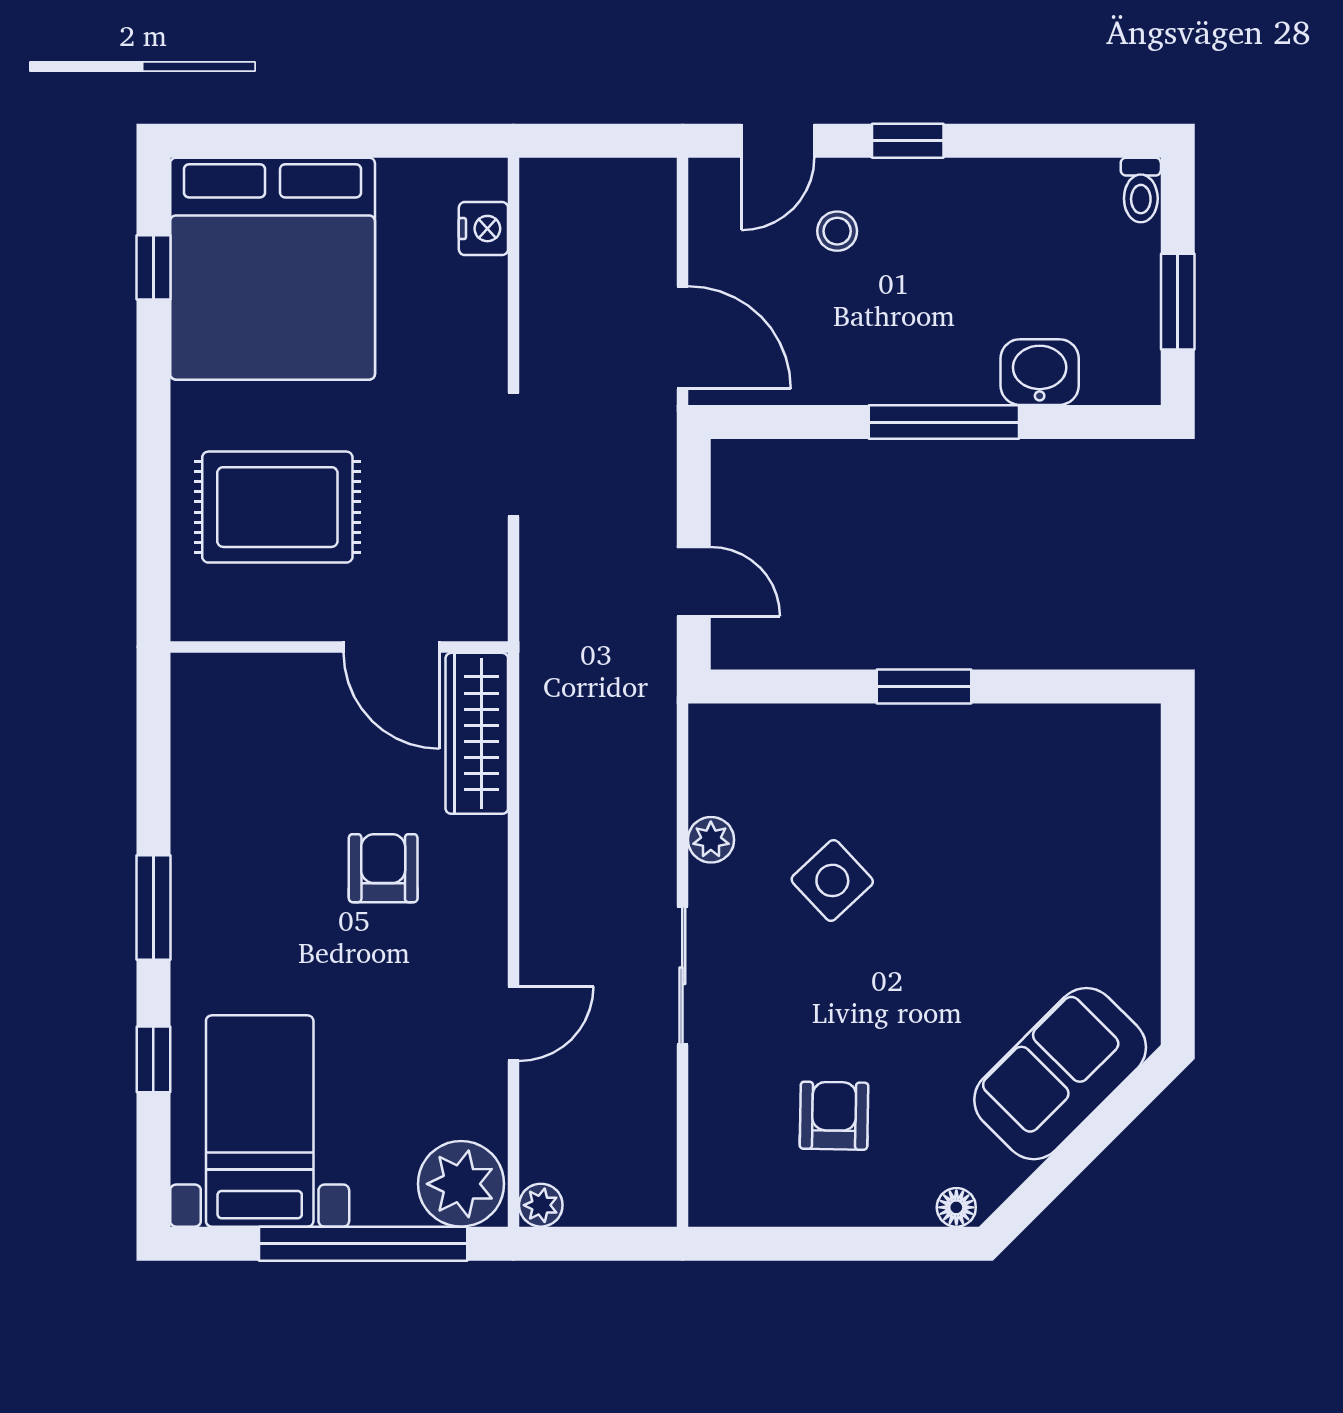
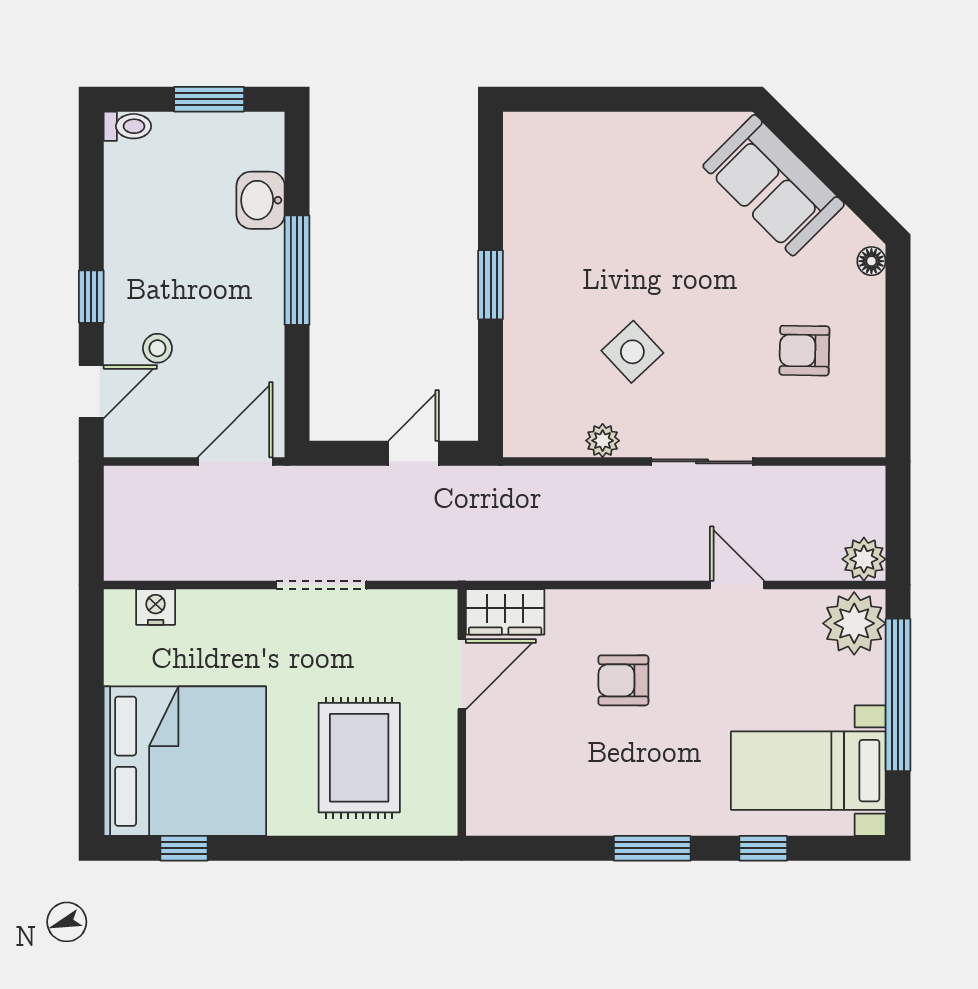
door: (778, 141) -> (91, 392), hinge flipped
wardrobe: (477, 733) -> (505, 612), width x0.67
plant: (541, 1205) -> (864, 559), width x1.38, depth x1.38

